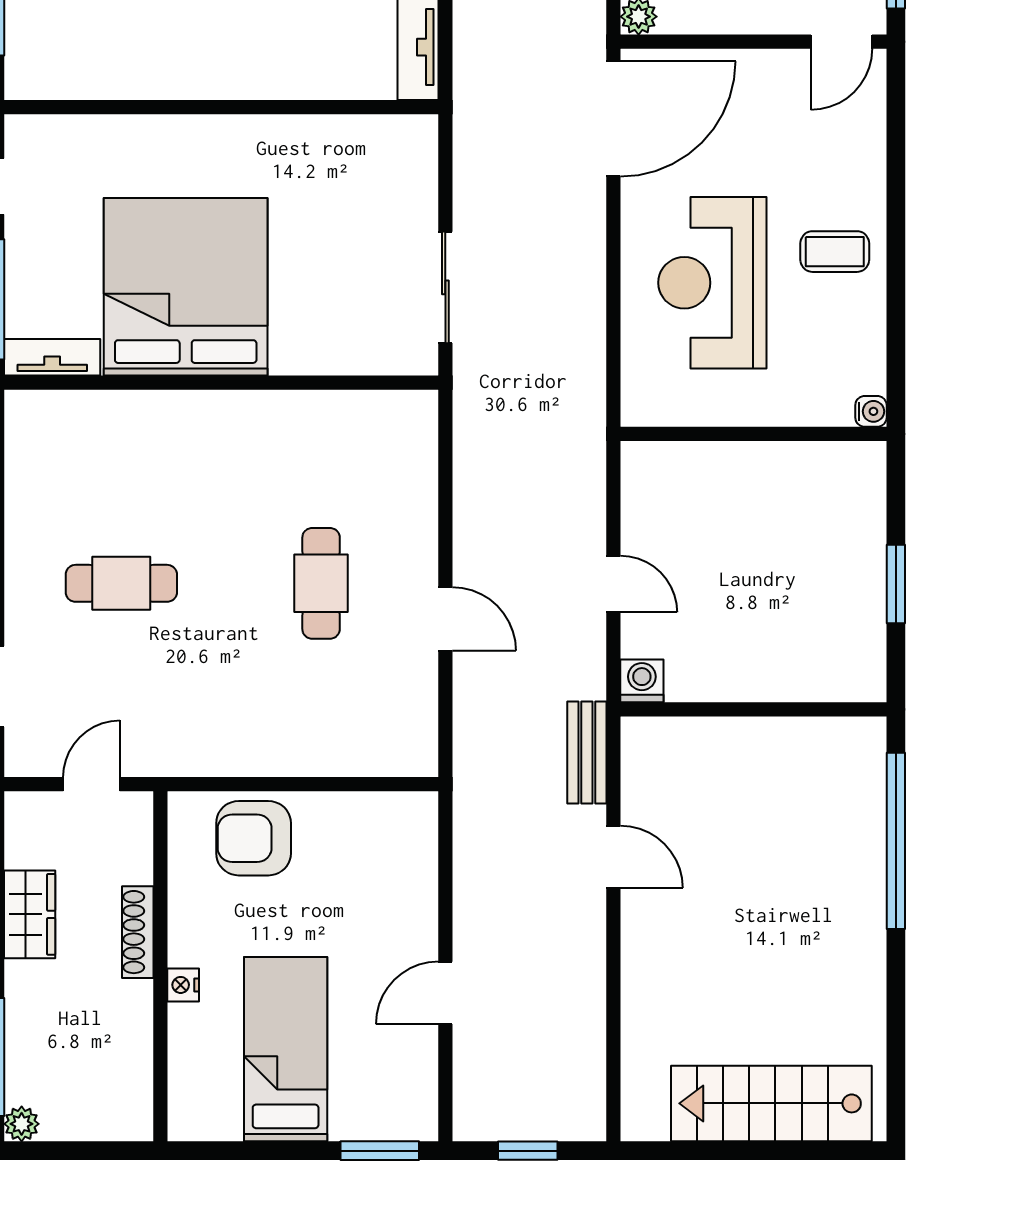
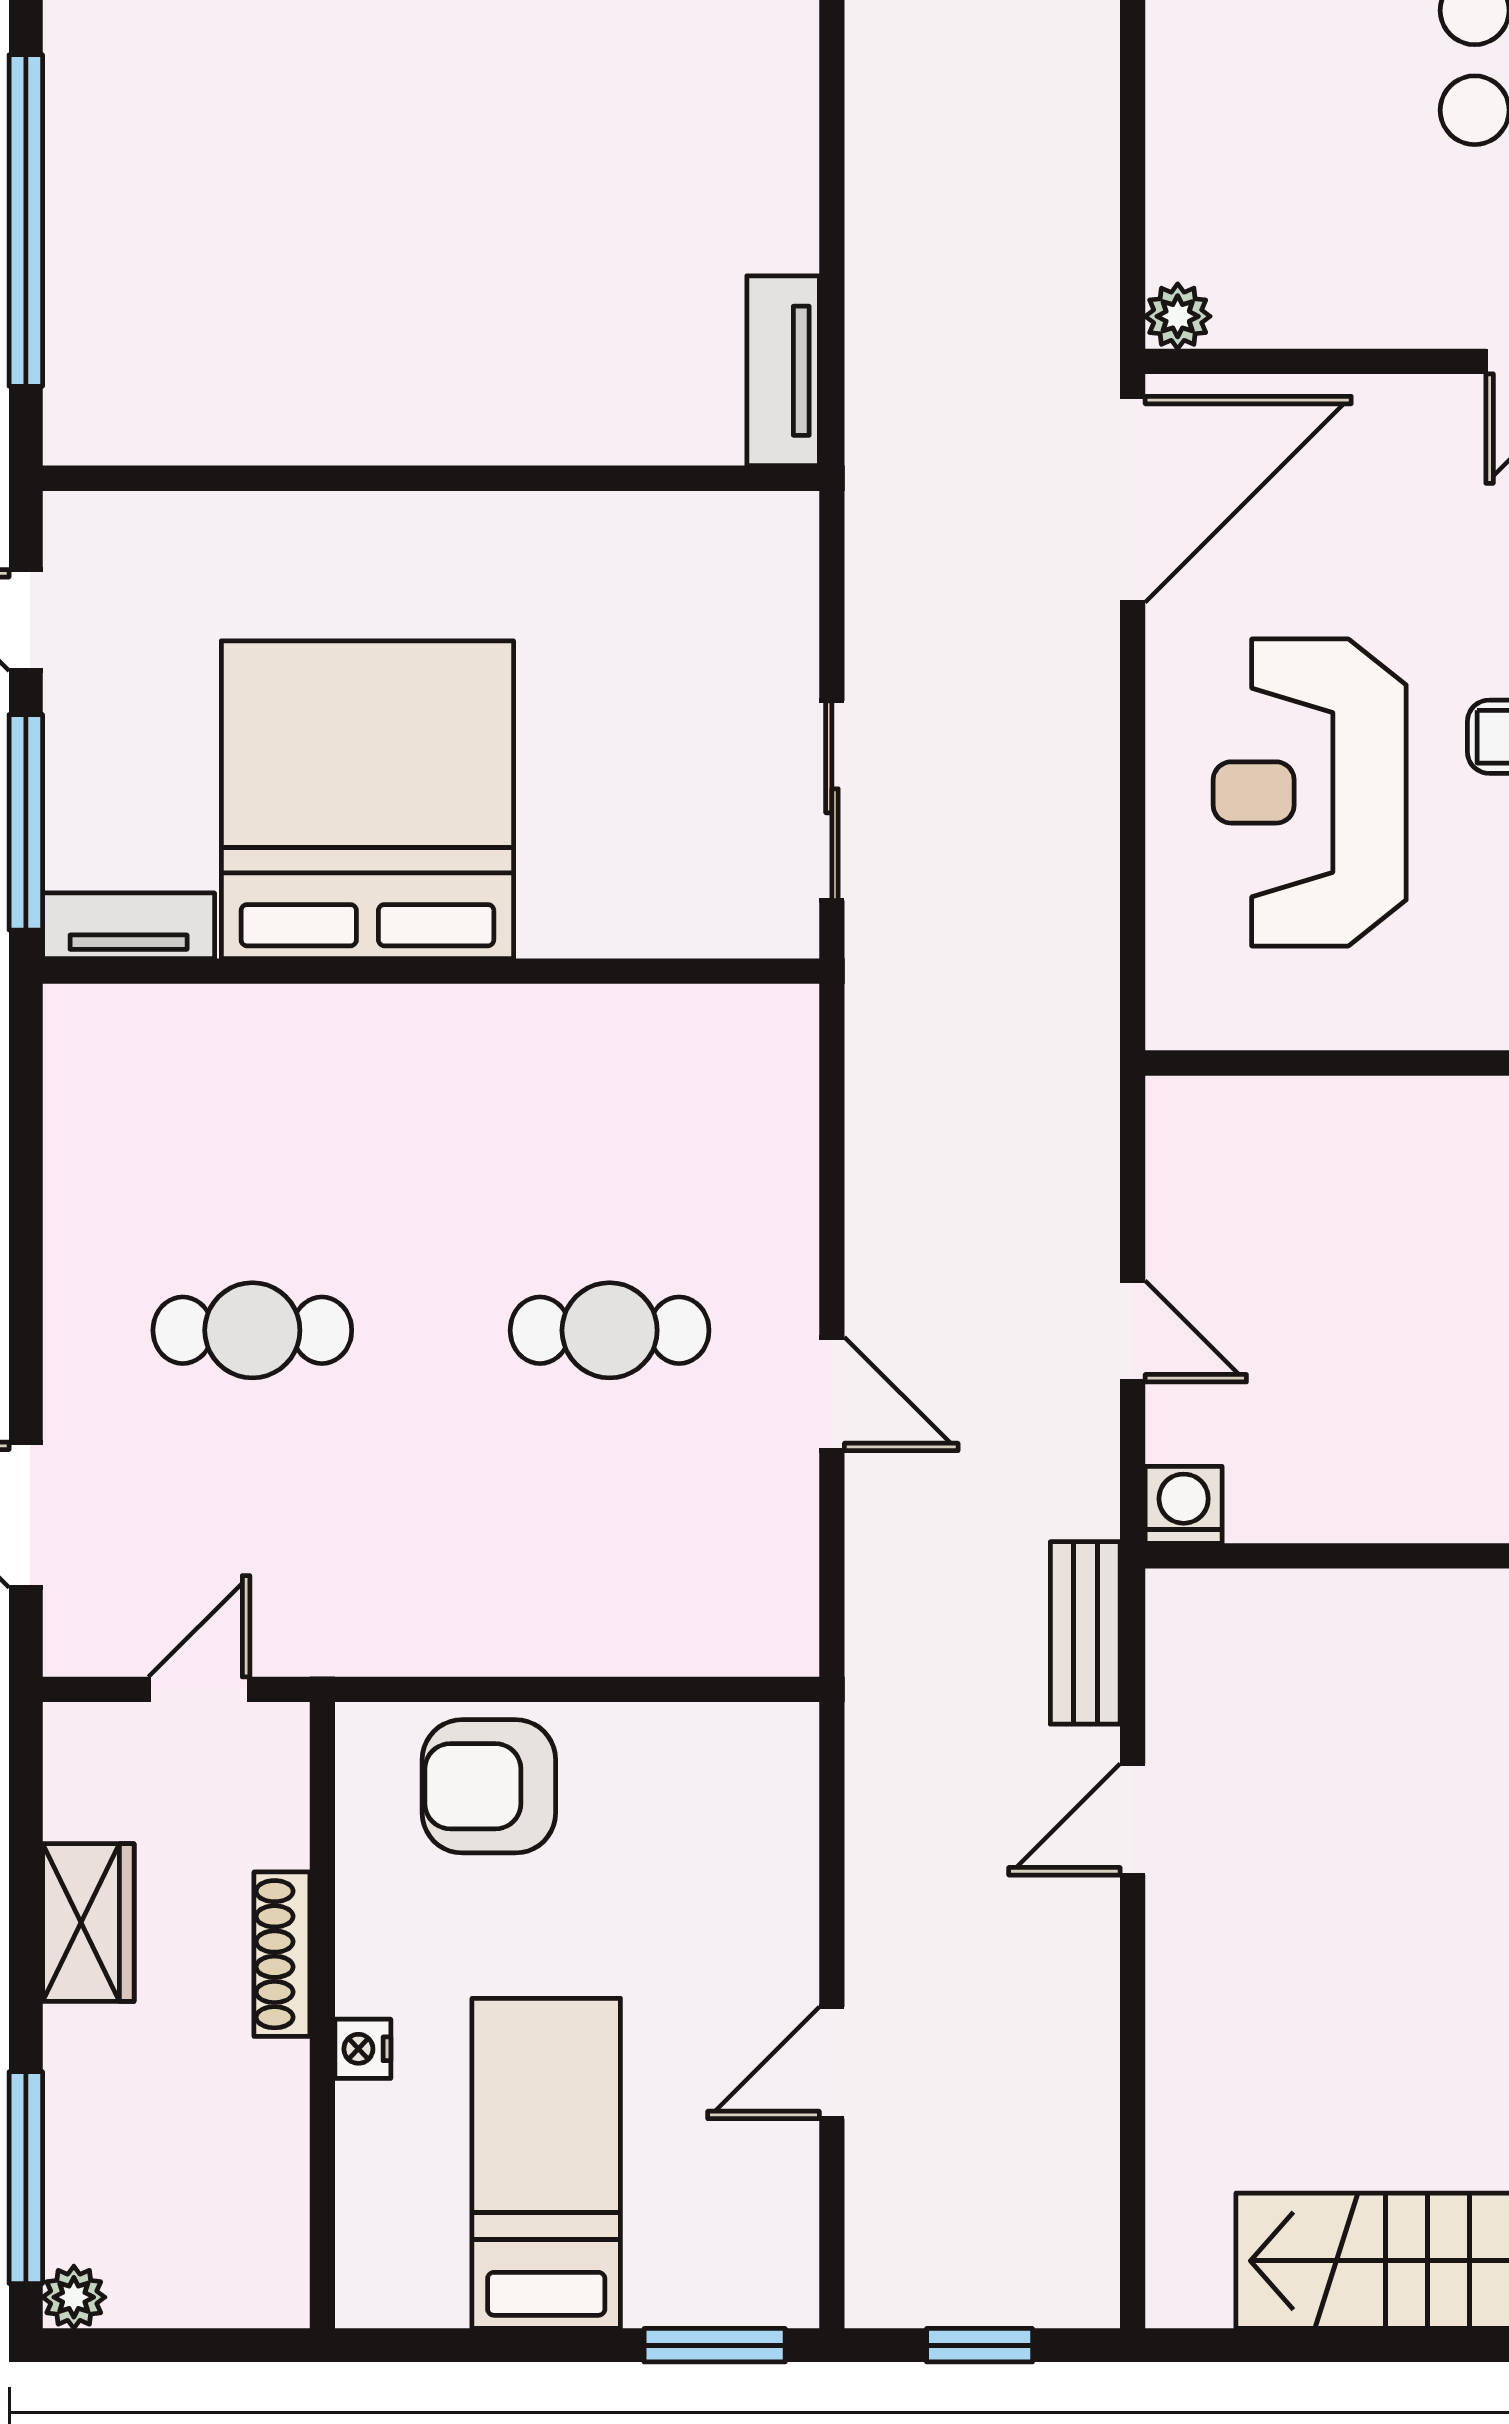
cafe table: (321, 583) -> (610, 1330), turned 90
door: (613, 857) -> (1133, 1819), swing flipped

